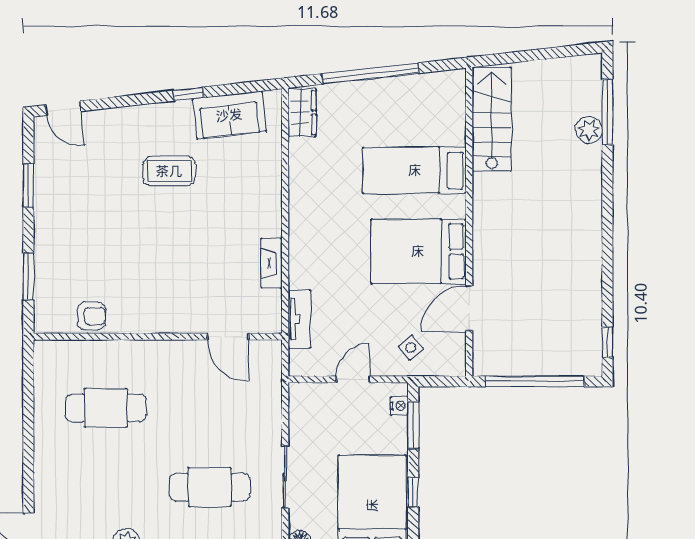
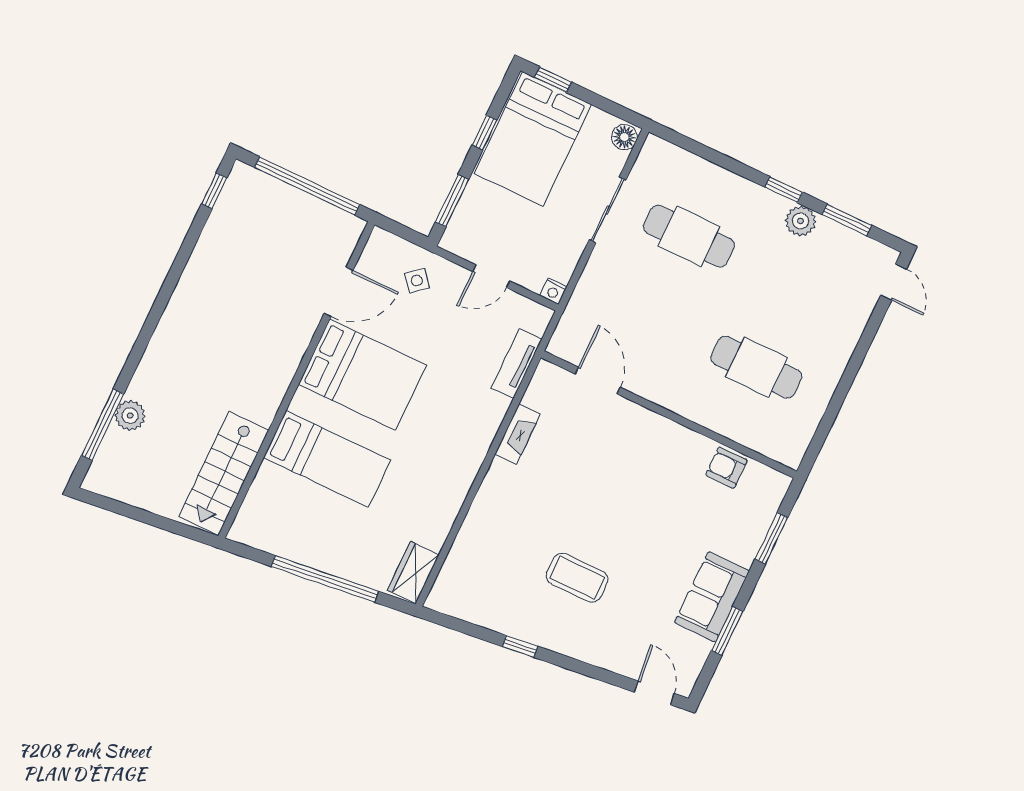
sofa: (229, 115) -> (712, 597), moved, turned -84
nightstand: (399, 406) -> (553, 291), moved, turned -90

